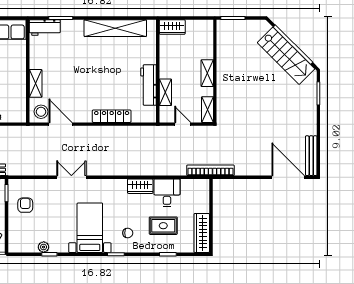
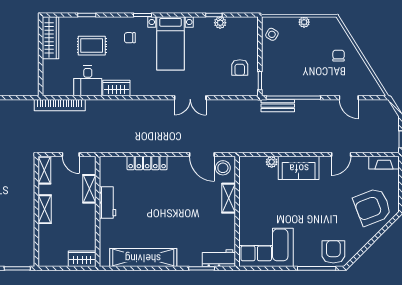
workbench: (149, 85) -> (107, 202), width x0.73
bookcase: (210, 170) -> (60, 105), moved

